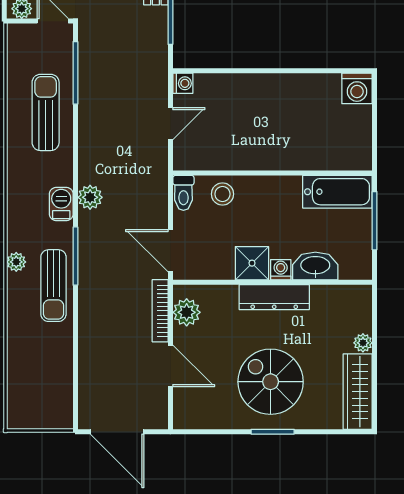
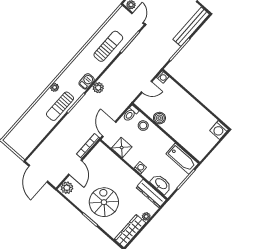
boiler: (239, 157) -> (159, 118), added
shower: (252, 263) -> (122, 148), moved
washbasin: (315, 266) -> (161, 184), moved
dresser: (274, 297) -> (151, 194), moved
plant: (187, 312) -> (67, 188), moved

